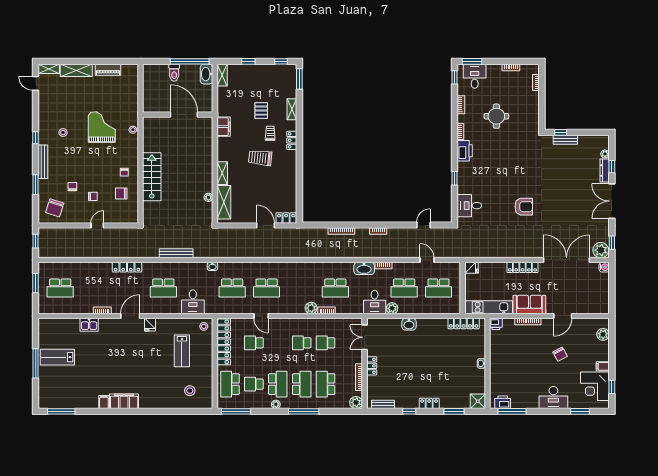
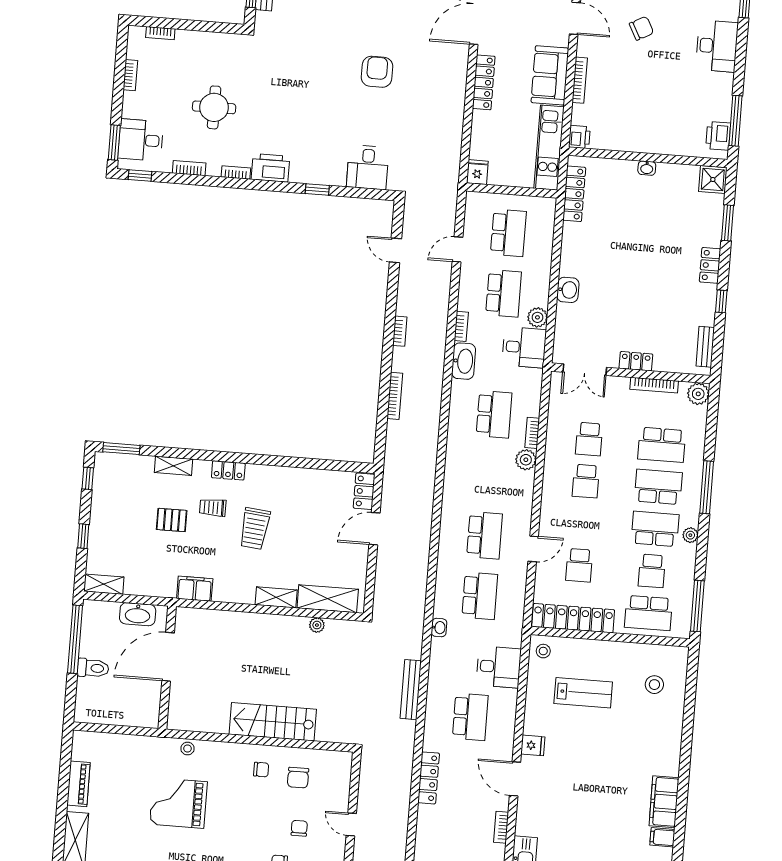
washbasin: (207, 74) -> (138, 614), moved

